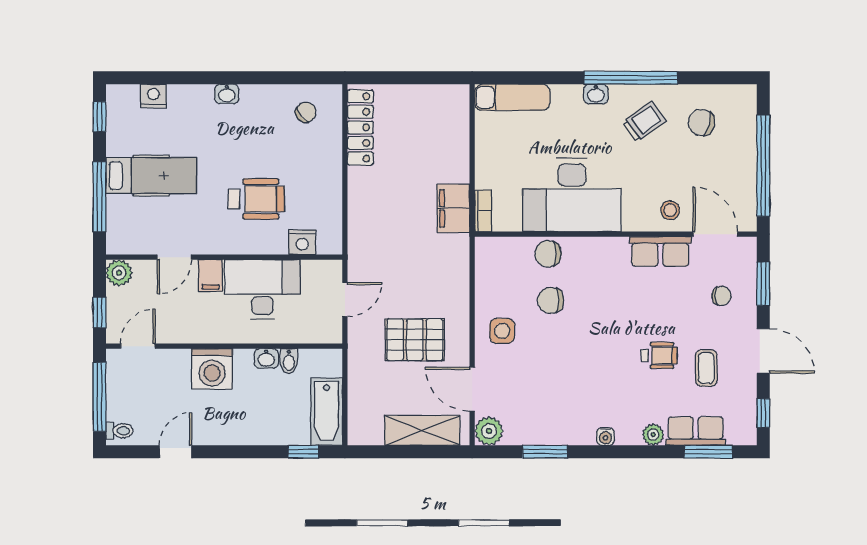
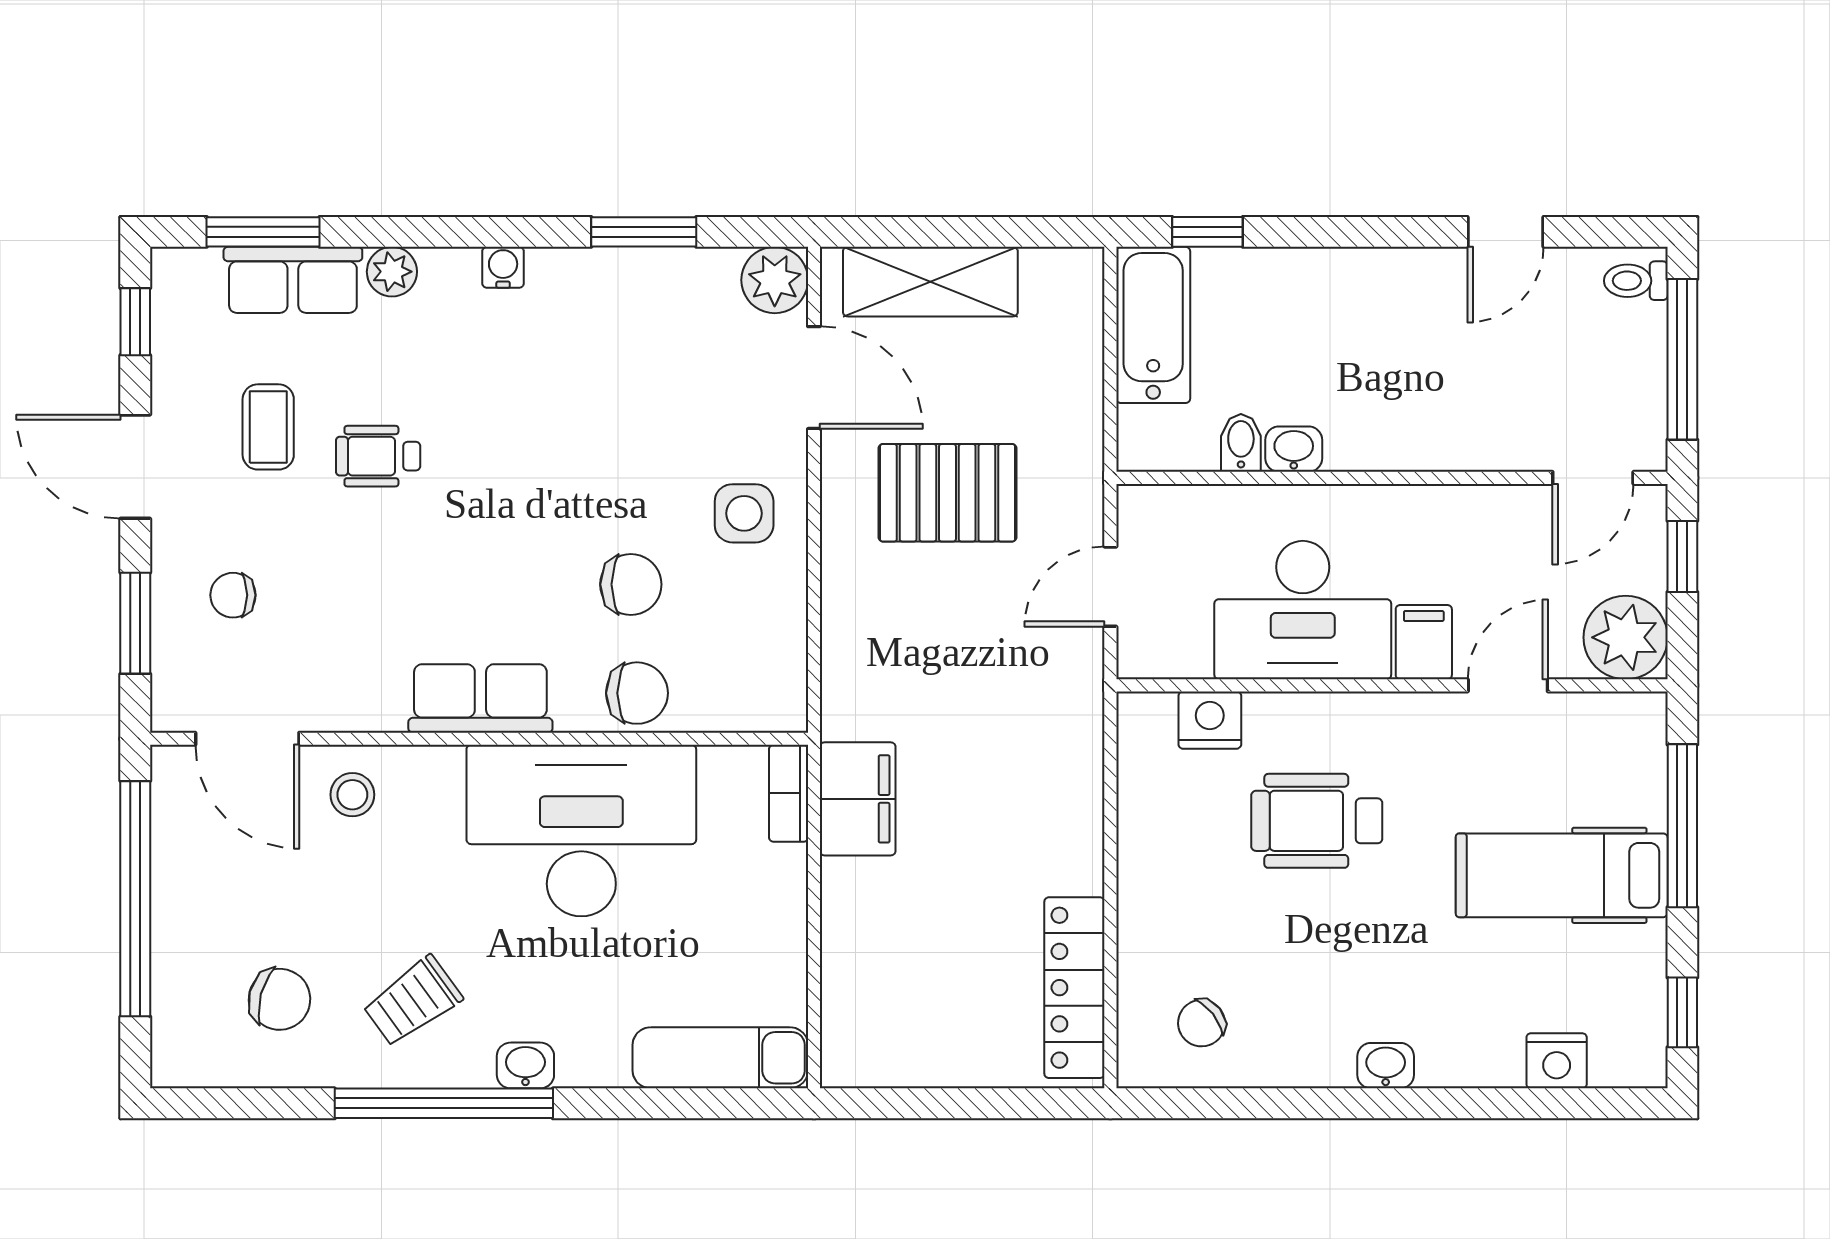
row of seats: (660, 252) -> (480, 698), moved
plant: (119, 273) -> (1626, 637), width x1.36, depth x1.36
washing machine: (212, 369) -> (1420, 425), removed

